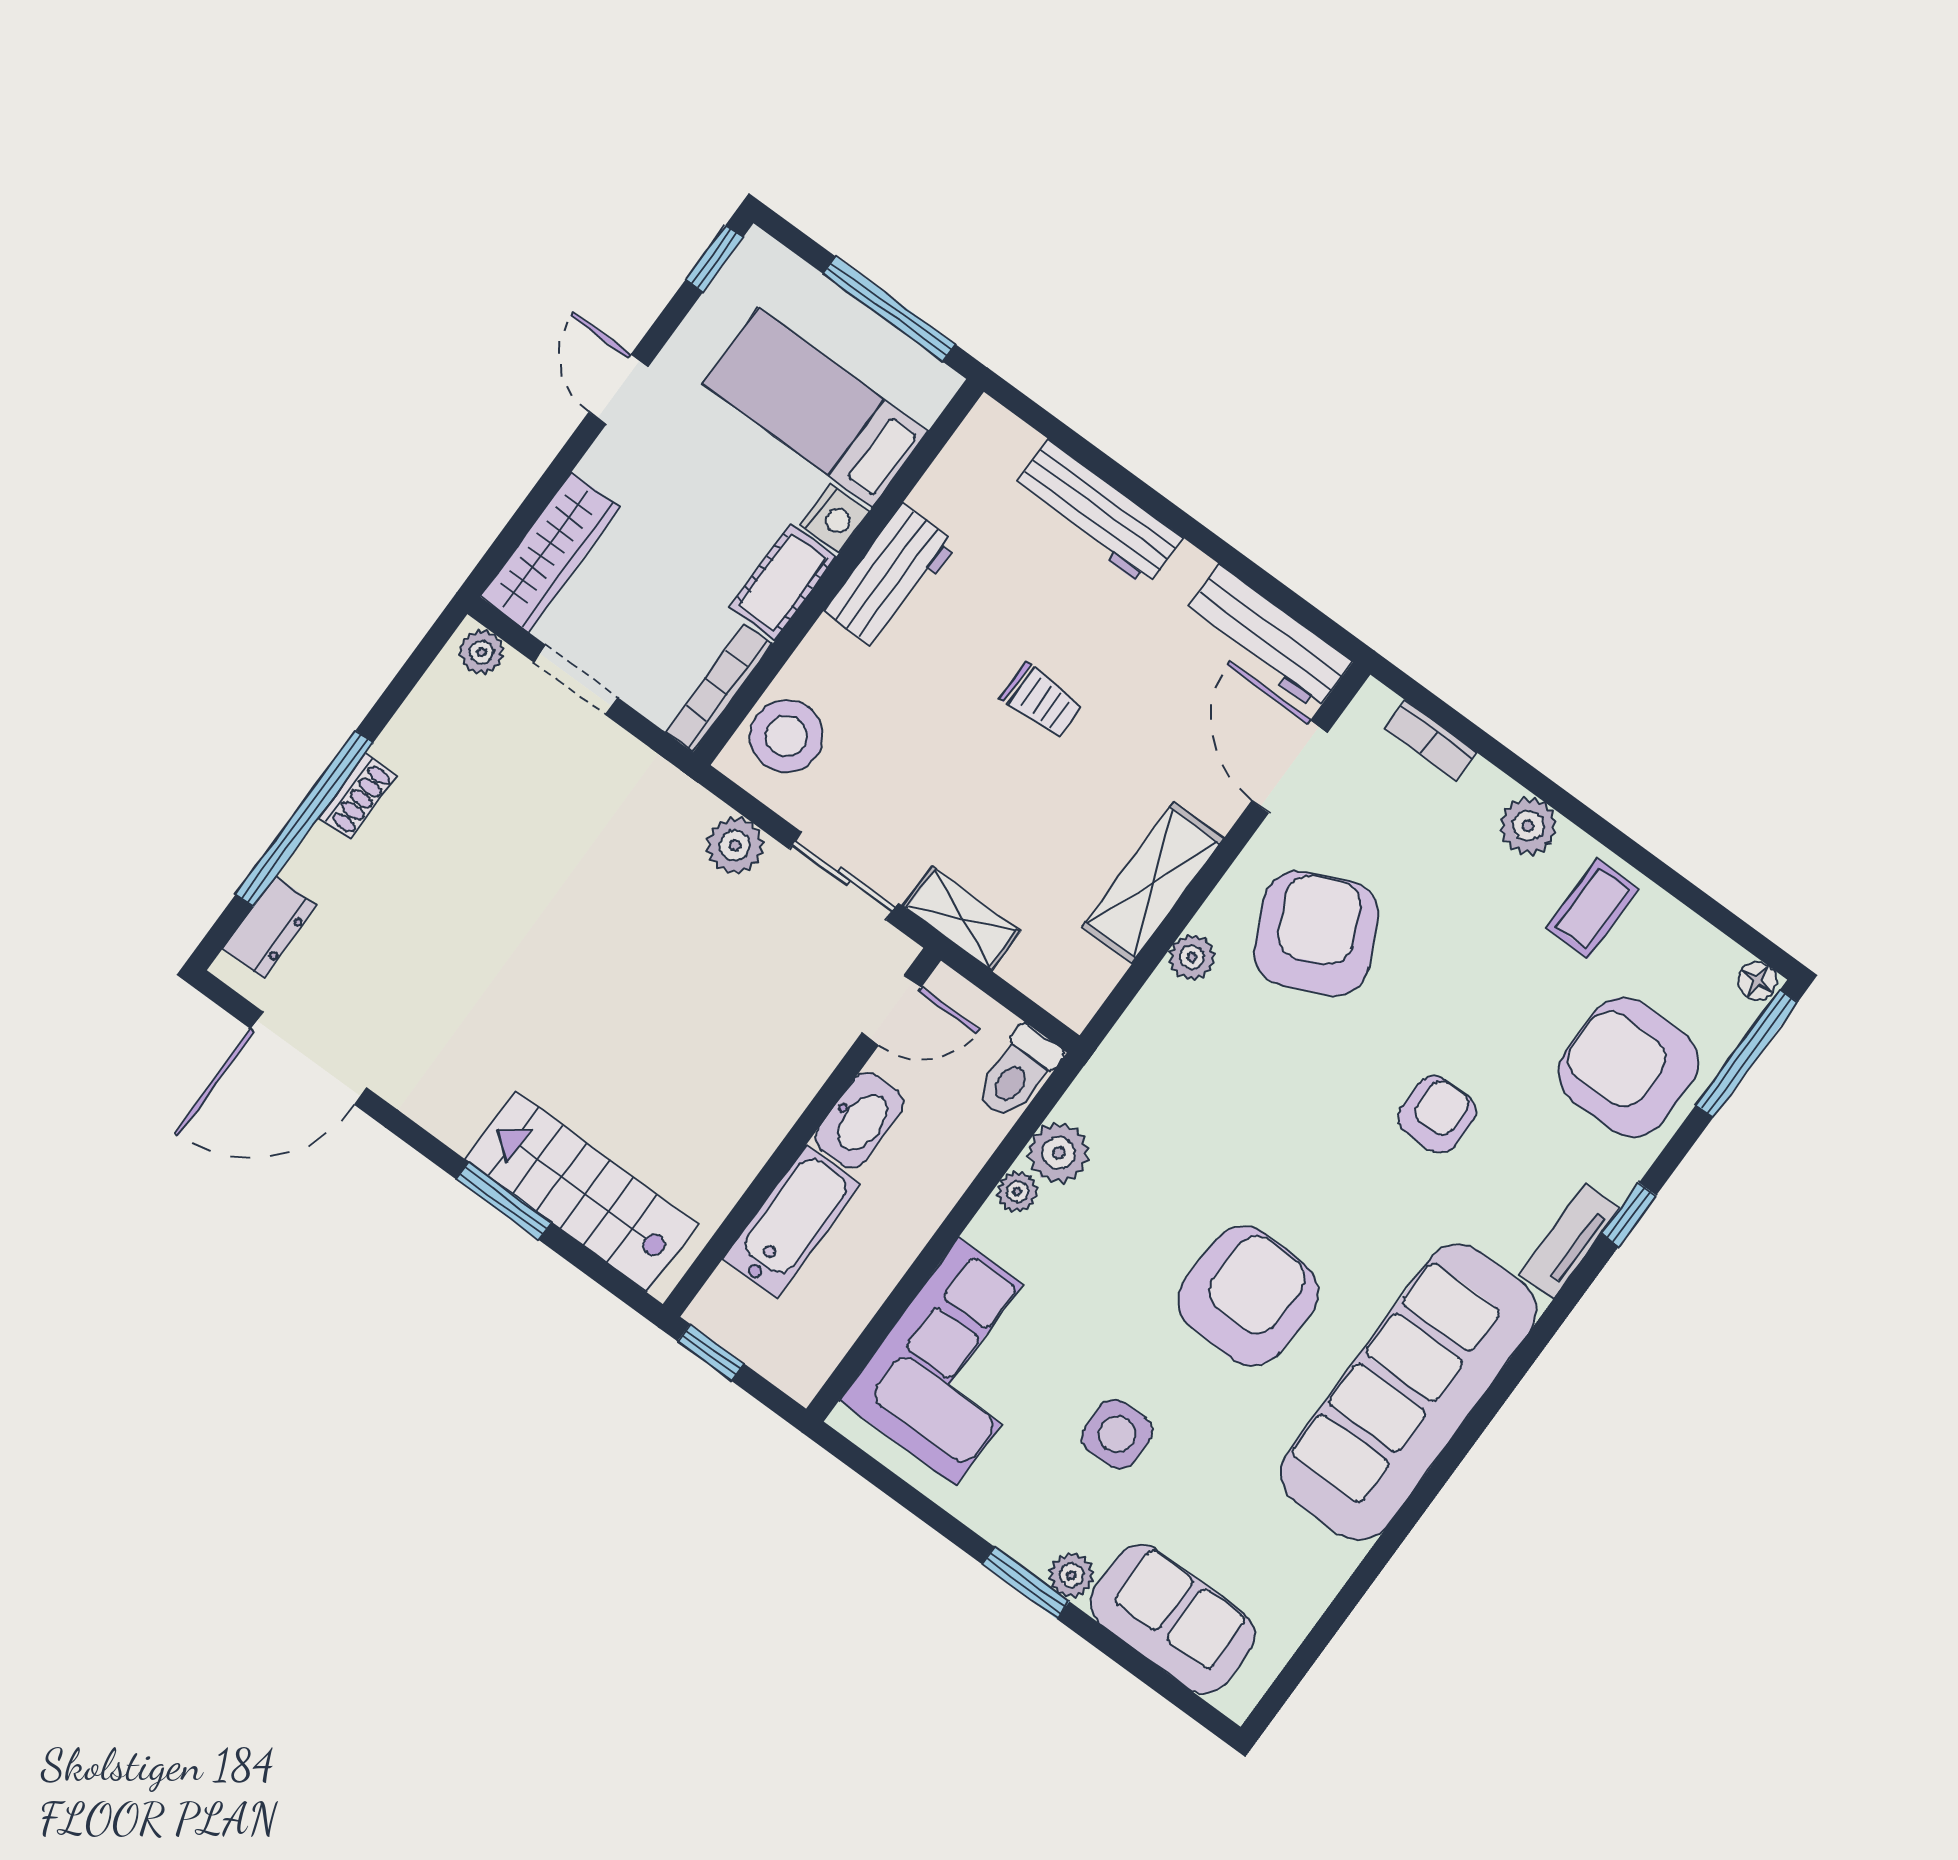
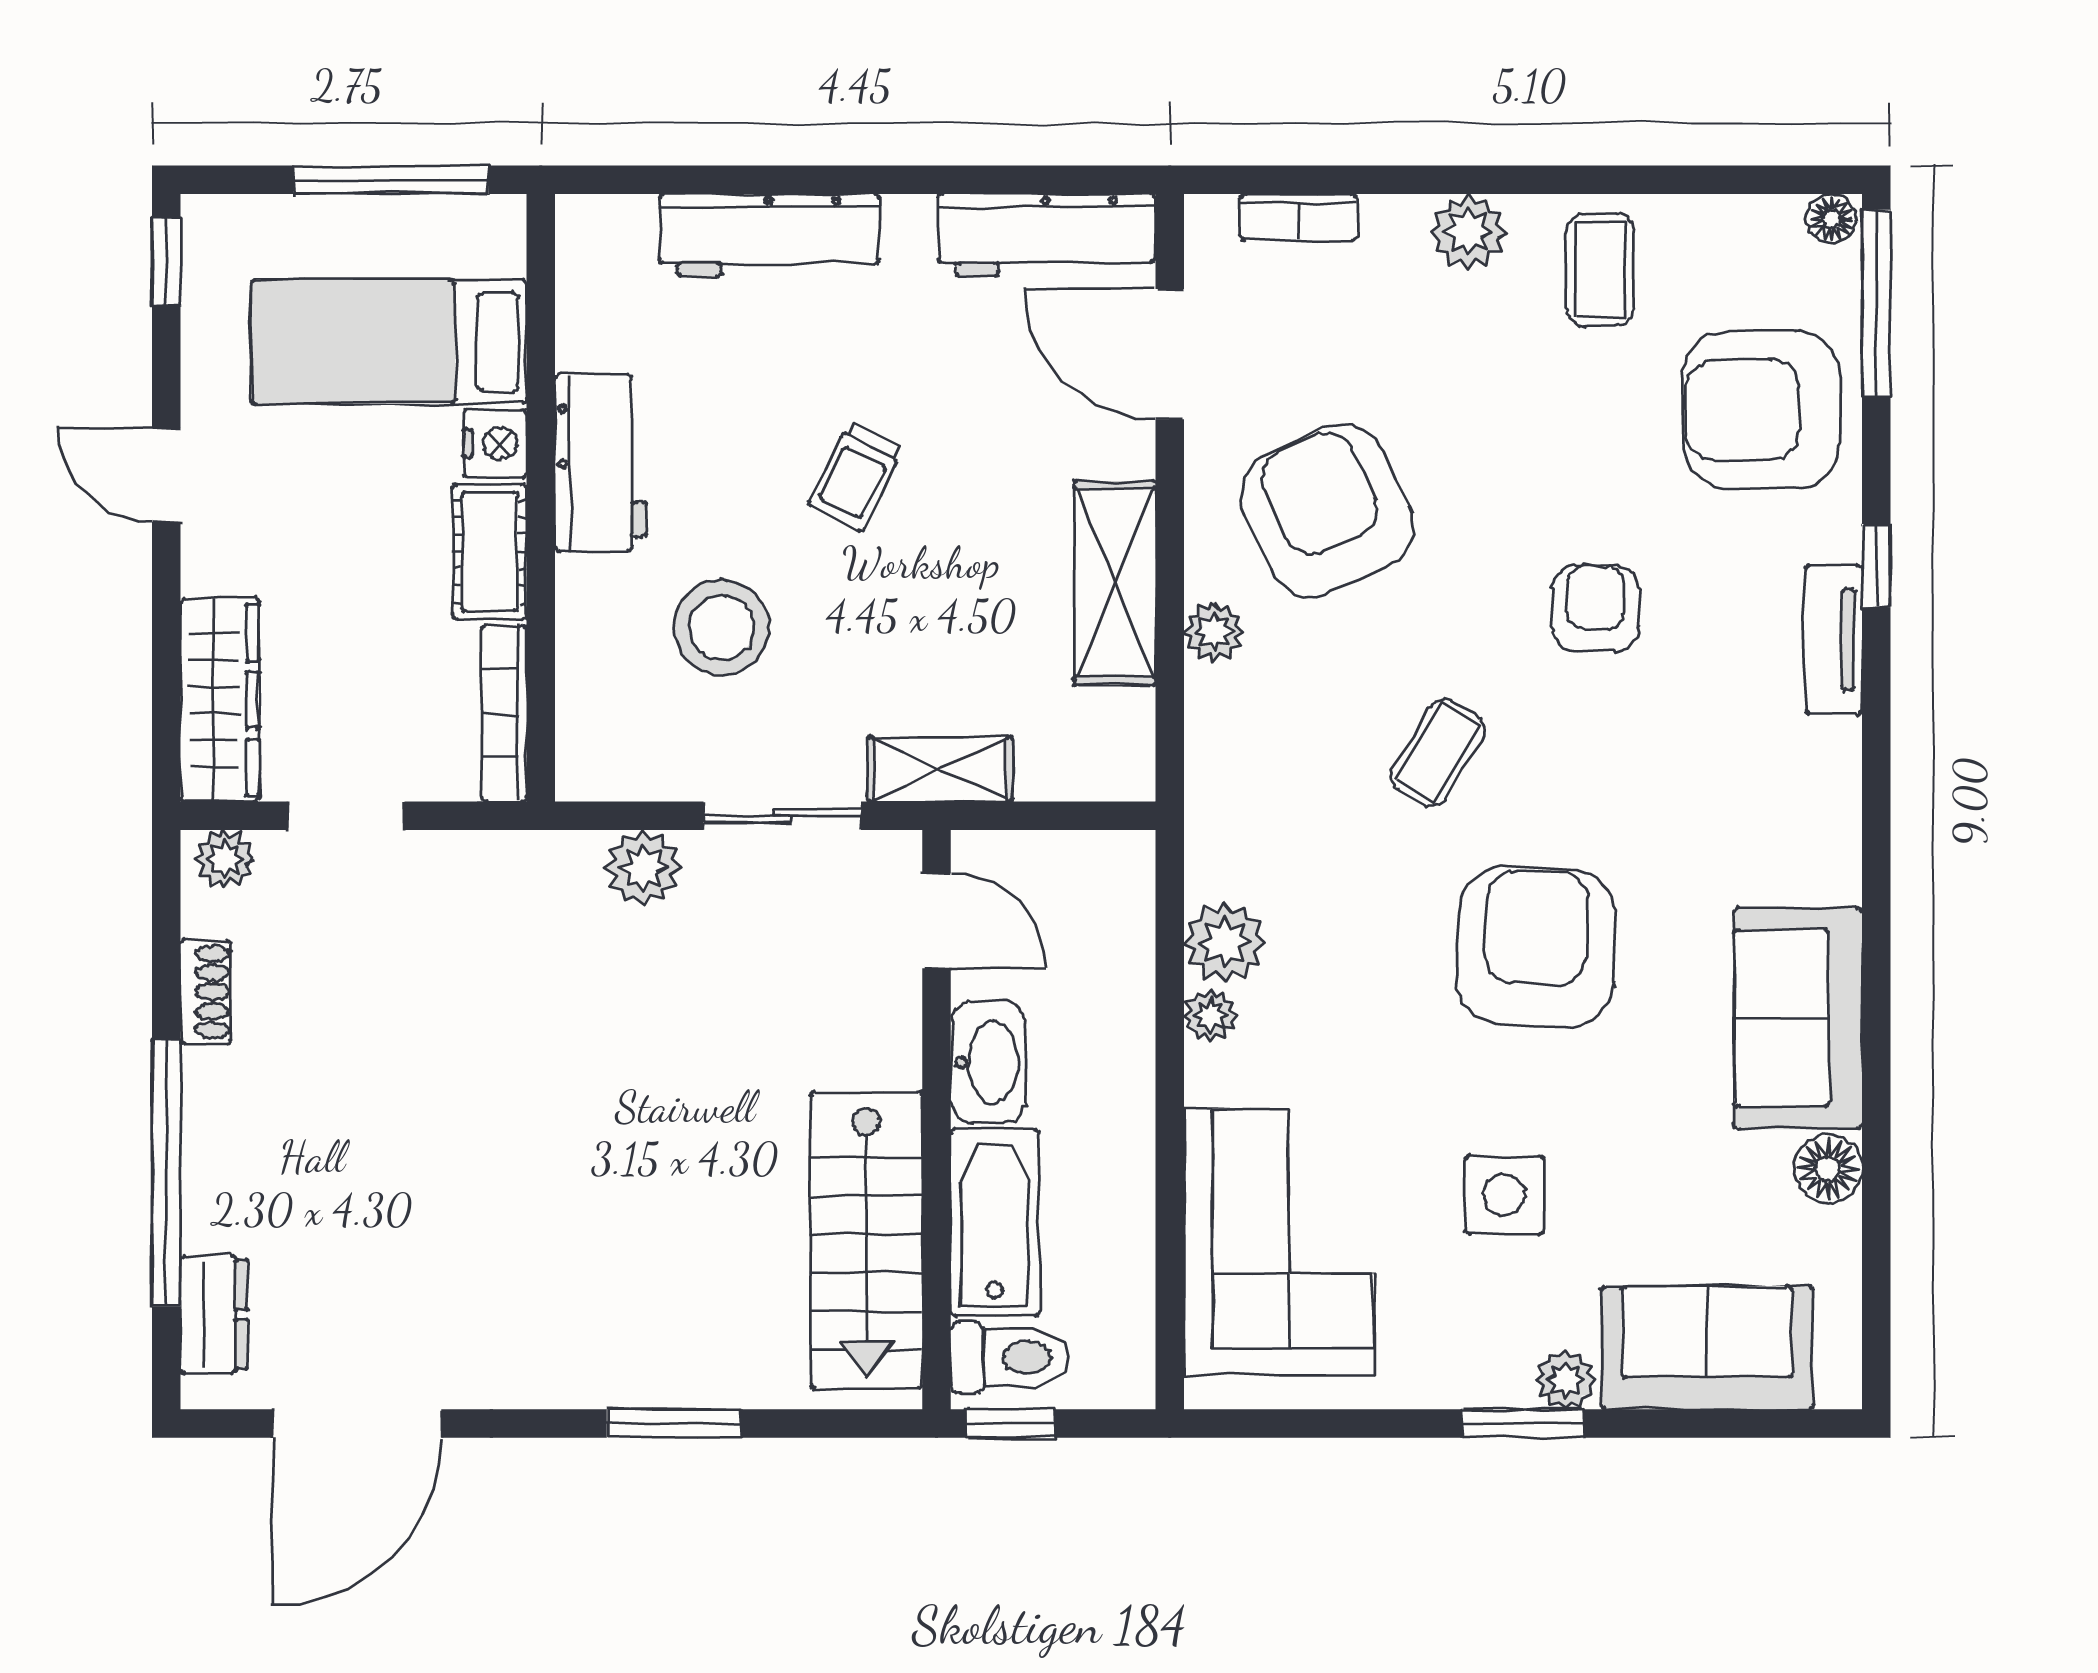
trolley: (1041, 701) -> (856, 477), turned 117
stool: (786, 736) -> (721, 627), moved
shoe rack: (358, 796) -> (206, 992), moved
door: (891, 1010) -> (937, 921), hinge flipped
toilet: (1018, 1073) -> (1010, 1358), moved, turned -90
coffee table: (1275, 1132) -> (1438, 753), added
stairs: (581, 1191) -> (866, 1240), moved, turned -90
sofa: (1409, 1392) -> (1798, 1018), width x0.54, depth x0.79
floor lamp: (1328, 1564) -> (1828, 1169), added

